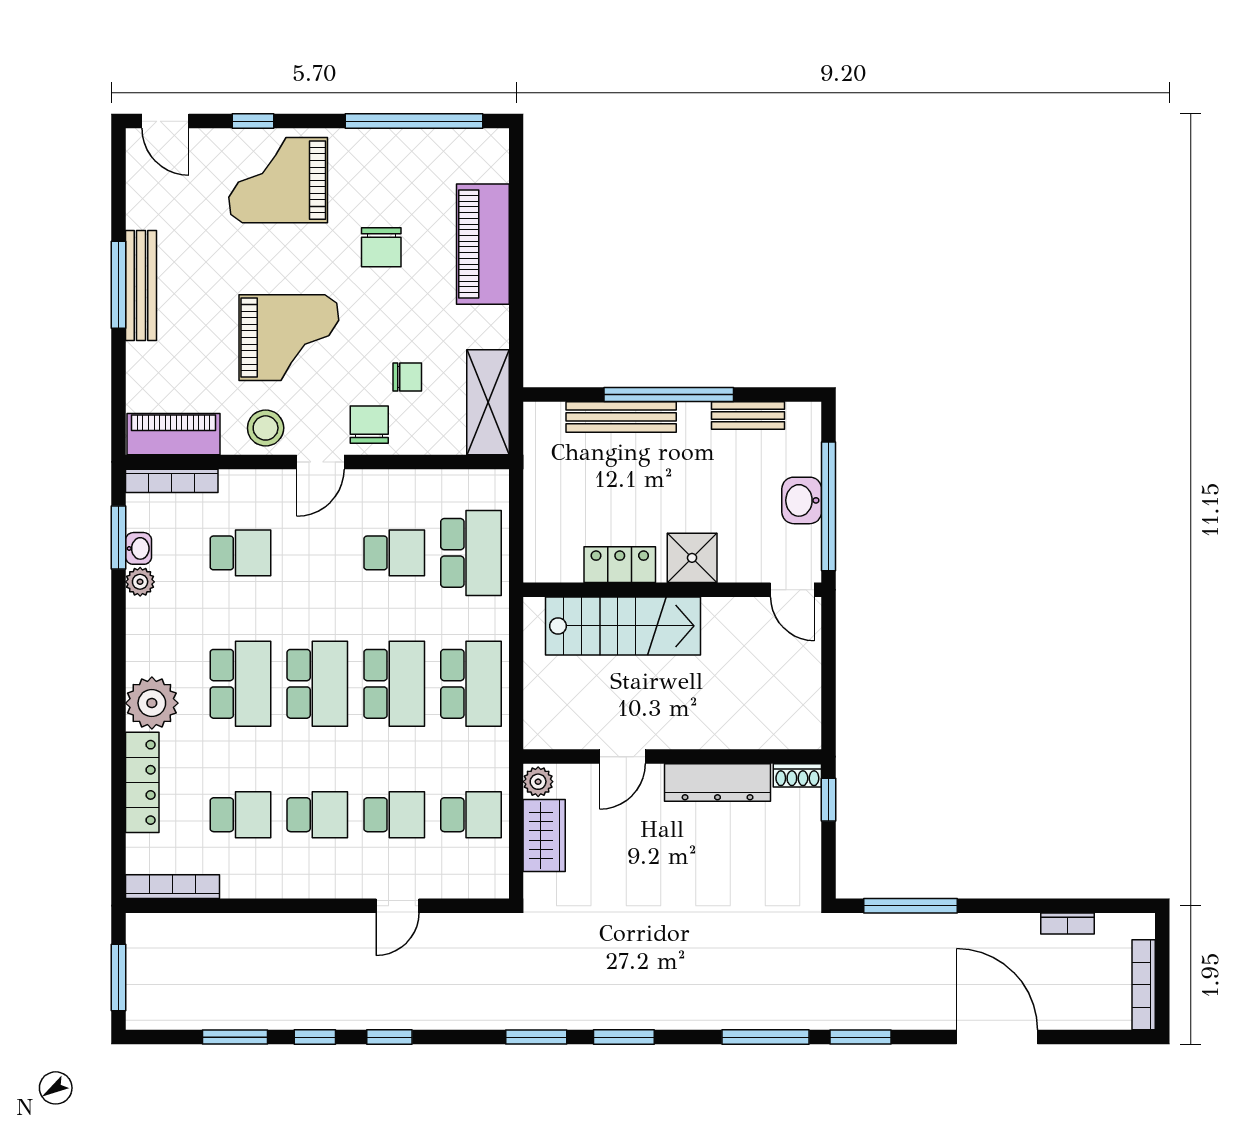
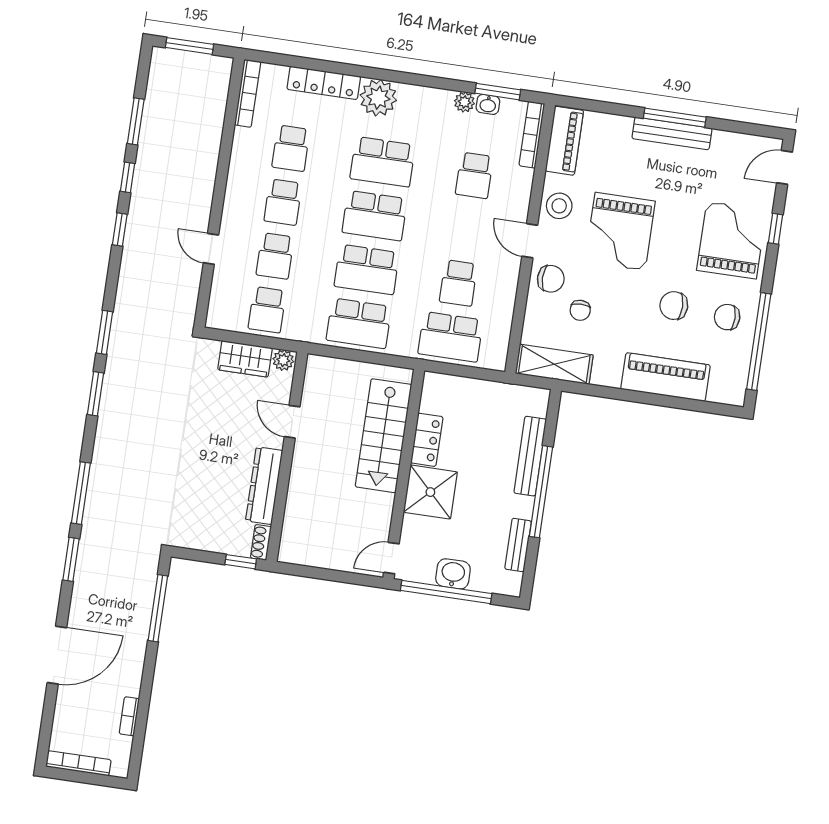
chair: (386, 170) -> (727, 317), added
shower: (692, 558) -> (430, 492), width x1.36, depth x1.36

